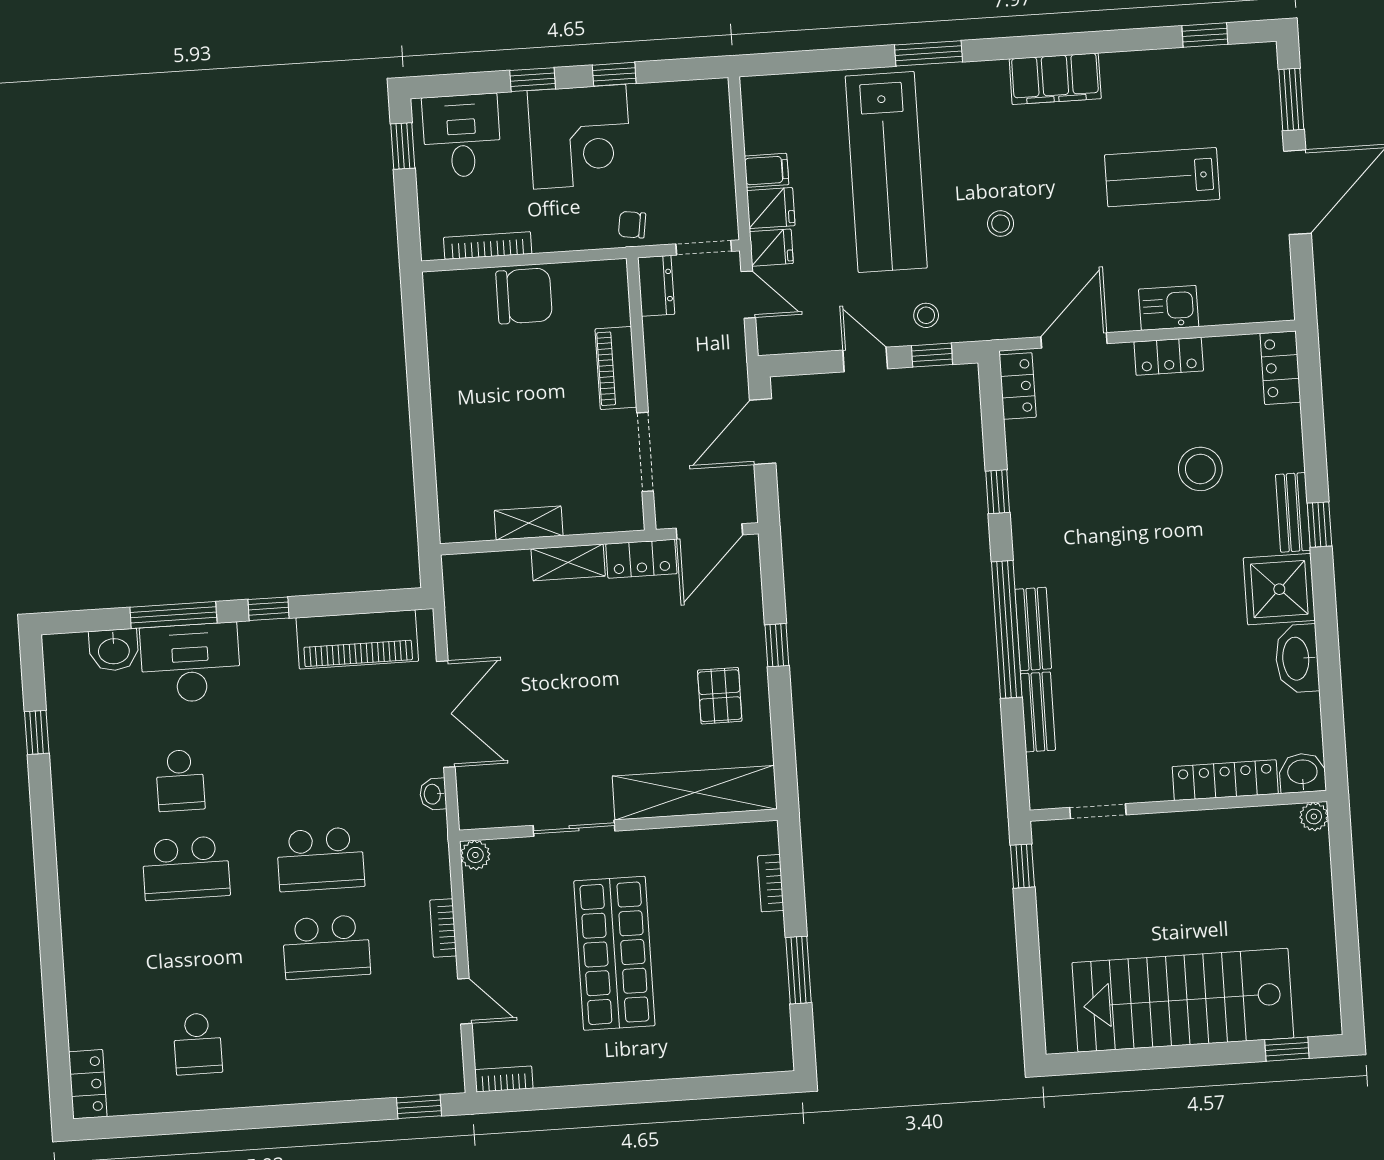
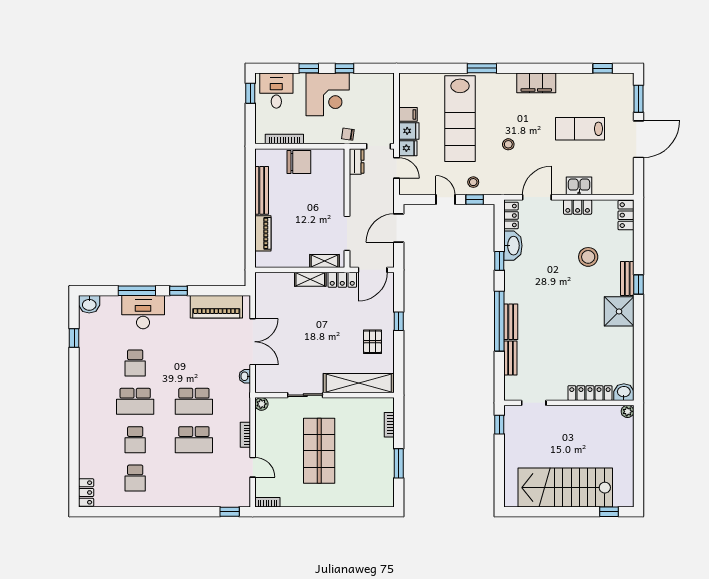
bench: (443, 367) -> (262, 190), added
piano: (616, 368) -> (263, 233), moved, turned 180
shelving: (529, 523) -> (325, 261), moved
washbasin: (114, 650) -> (89, 304), moved
washbasin: (1297, 659) -> (513, 246), moved, turned 180
school desk: (192, 956) -> (135, 440), added

